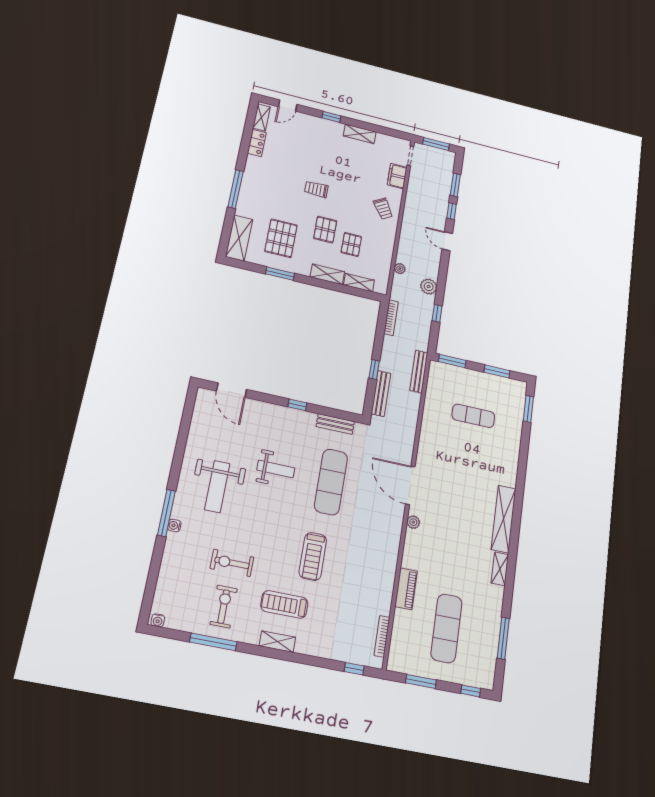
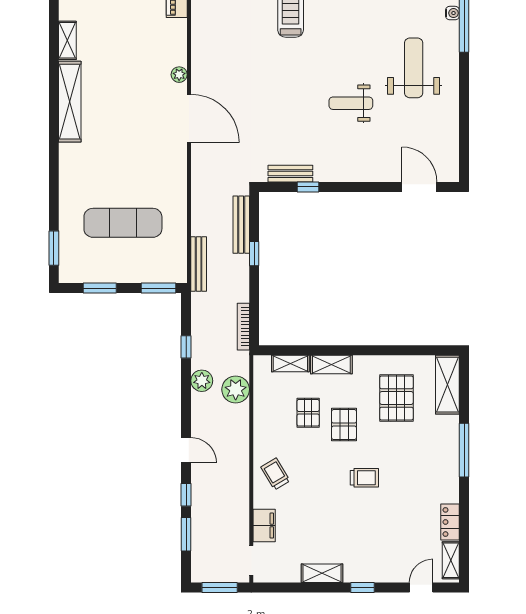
plant: (400, 269) -> (236, 389), width x1.88, depth x1.88
window: (280, 274) -> (389, 350), removed
window: (297, 405) -> (308, 187), moved
exercise mat: (473, 416) -> (123, 223), width x1.36, depth x1.45
exercise mat: (331, 482) -> (284, 102), removed

